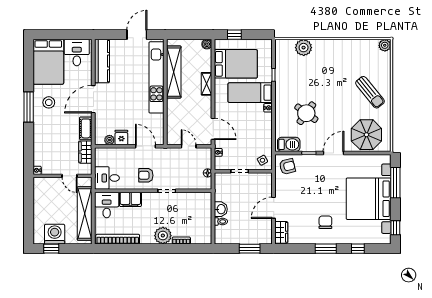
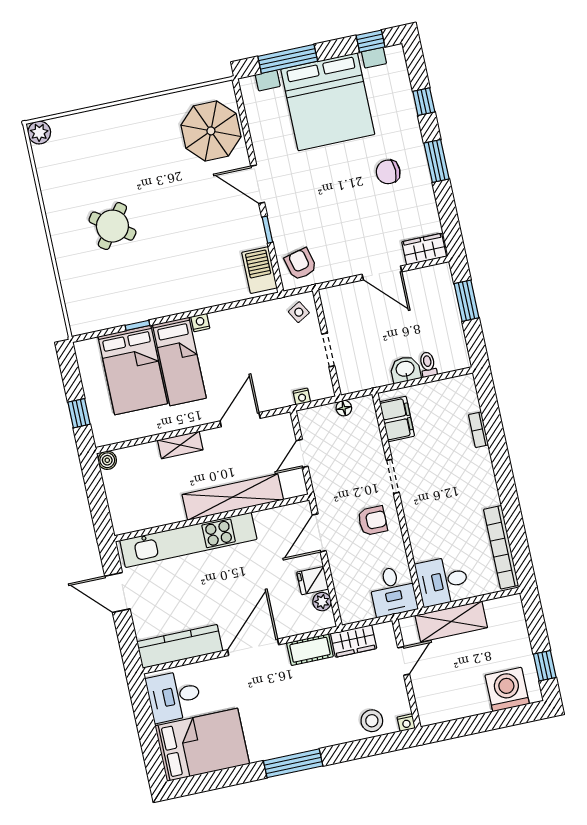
plant: (304, 48) -> (75, 281), removed
bed: (236, 64) -> (133, 370), moved, turned 180
shelving: (174, 72) -> (233, 497), moved
sun lounger: (370, 92) -> (131, 141), removed
door: (93, 99) -> (253, 647), swing flipped
stool: (49, 102) -> (372, 721), moved
round table: (306, 113) -> (112, 226), moved
door: (213, 129) -> (240, 420), moved
armchair: (146, 175) -> (373, 521), turned -90
filing cabinet: (130, 199) -> (397, 419), moved
shelving: (85, 213) -> (451, 621), width x0.68
washing machine: (55, 234) -> (507, 690), moved, turned 90
plant: (163, 236) -> (477, 466), removed

